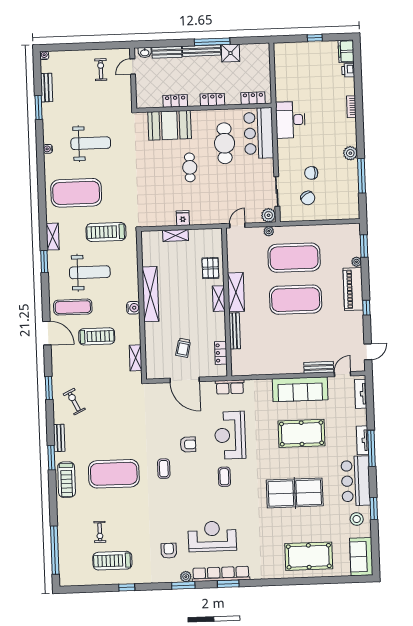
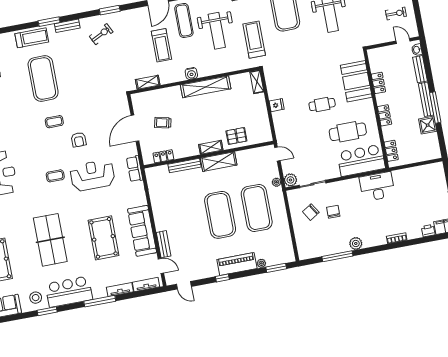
shelving: (175, 235) -> (257, 82), moved
tv unit: (362, 440) -> (120, 289), moved
treadmill: (67, 480) -> (32, 38), turned 180

